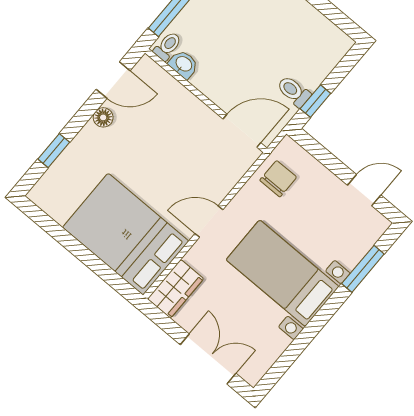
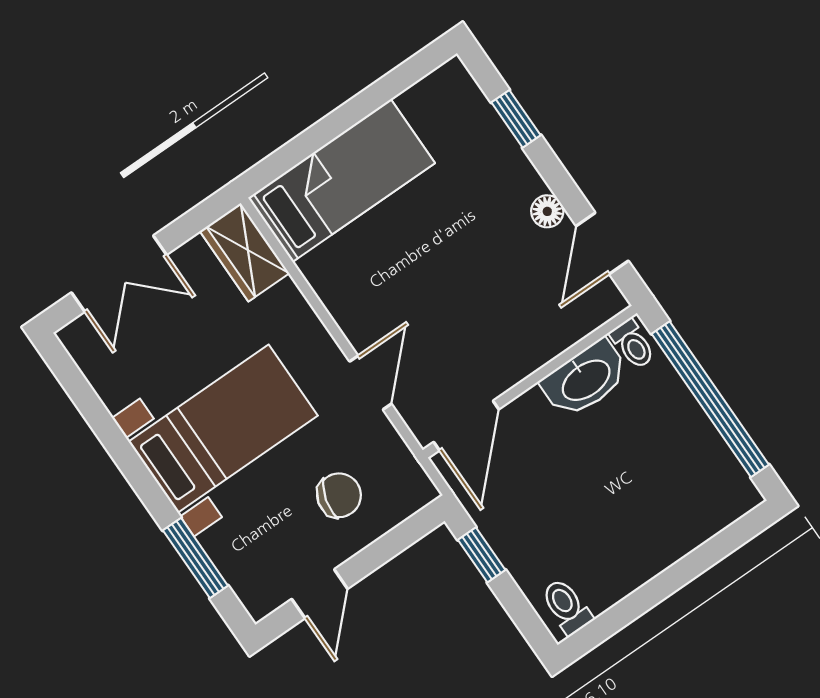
washbasin: (183, 64) -> (585, 379), width x1.91, depth x1.45
toilet: (294, 91) -> (567, 607), moved, turned -90
chair: (278, 179) -> (339, 495), moved, turned -75
door: (209, 222) -> (370, 383), moved
bed: (126, 234) -> (341, 181), width x0.67

